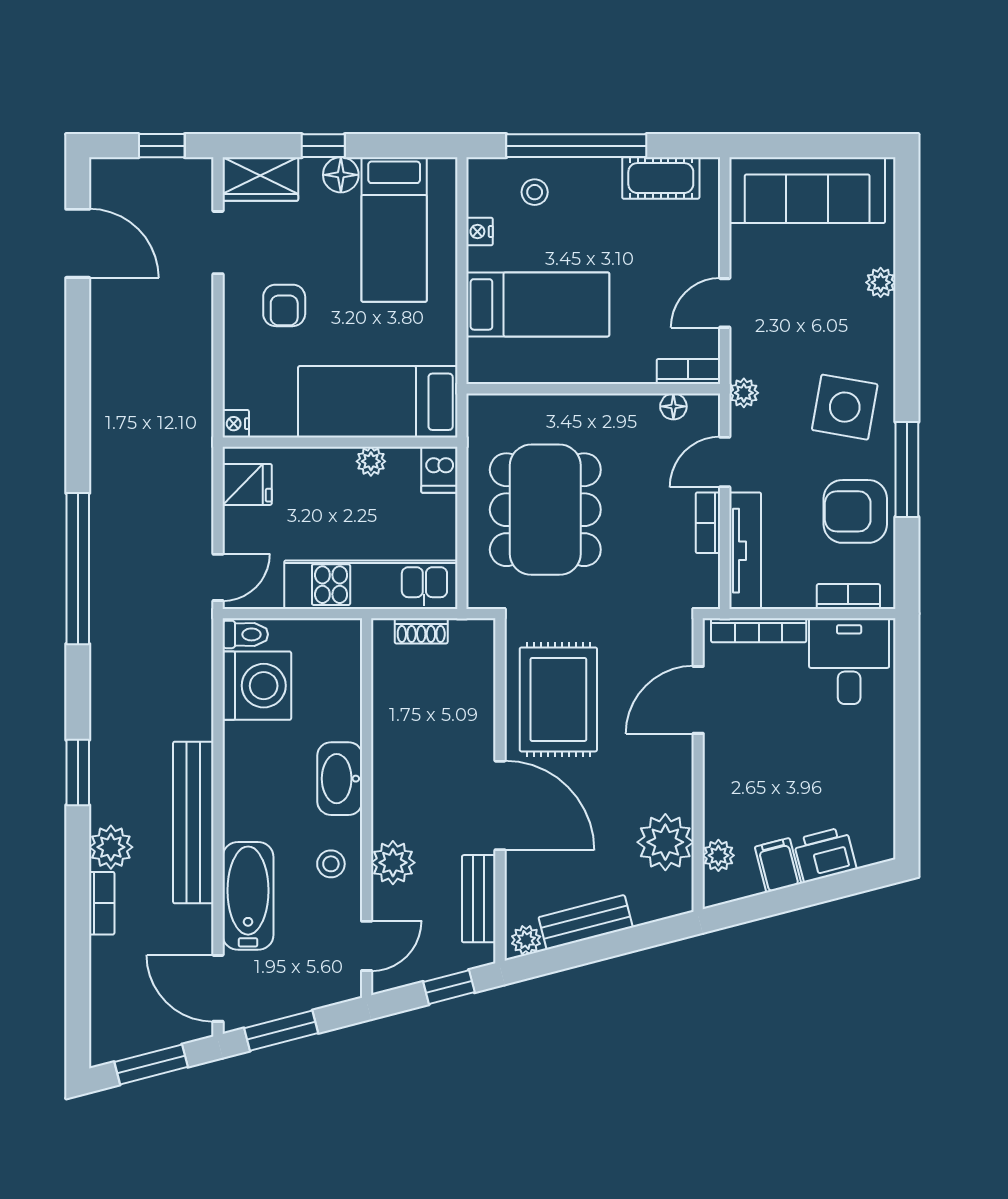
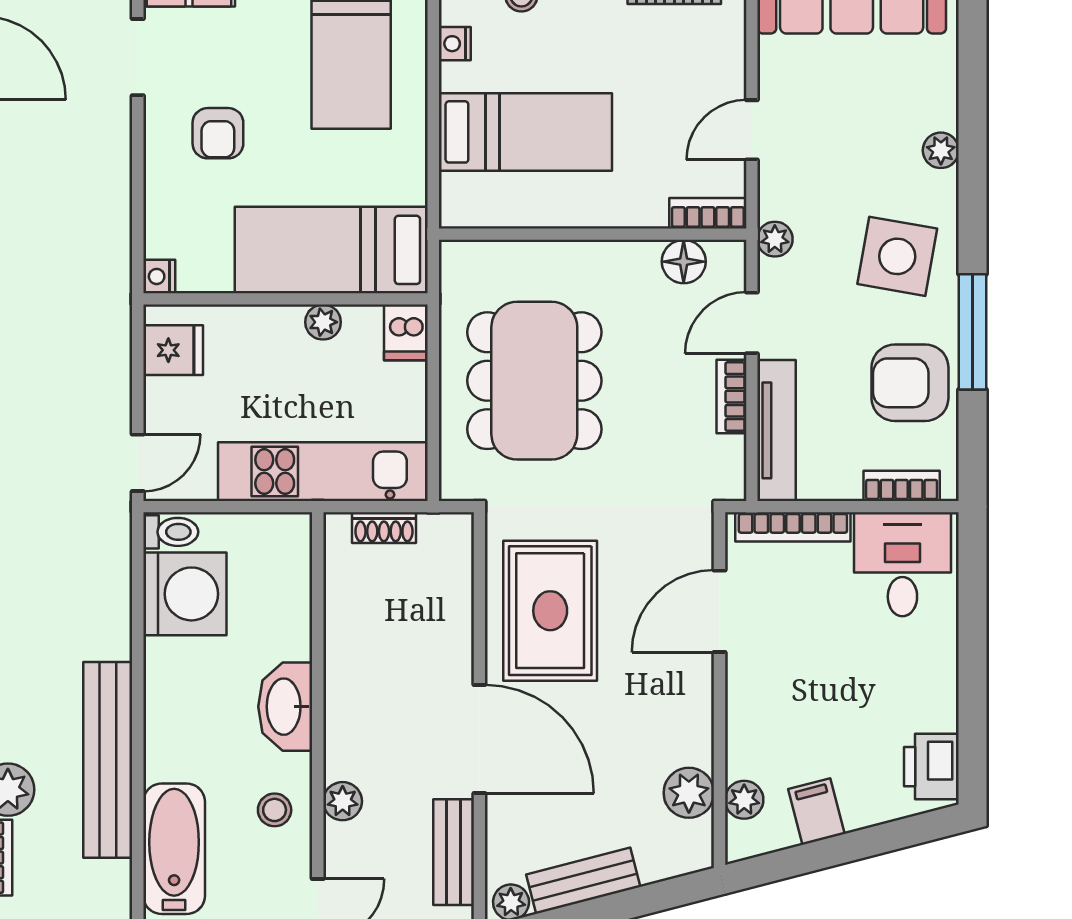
plant: (881, 282) -> (941, 150), moved
floor lamp: (673, 406) -> (684, 262), width x1.37, depth x1.37
plant: (665, 842) -> (689, 793), width x0.73, depth x0.73
printer: (825, 854) -> (931, 767), moved, turned -75
plant: (393, 863) -> (343, 801), width x0.73, depth x0.73

